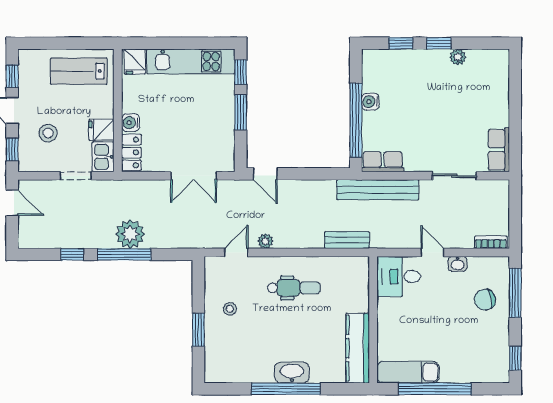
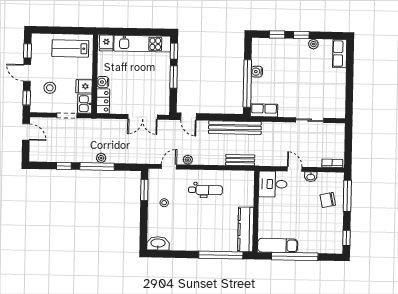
row of seats: (499, 150) -> (340, 54), moved
bench: (378, 190) -> (235, 128), moved
plant: (130, 234) -> (101, 158), width x0.53, depth x0.53
window: (198, 330) -> (144, 190), moved
washbasin: (292, 373) -> (158, 243), moved
window: (286, 389) -> (221, 255), moved

